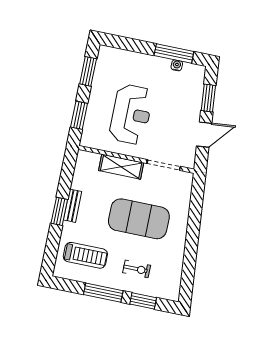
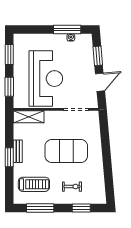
reception desk: (131, 114) -> (46, 79), width x1.36, depth x1.30
shelving: (121, 167) -> (29, 117), moved
window: (103, 293) -> (40, 208), moved

